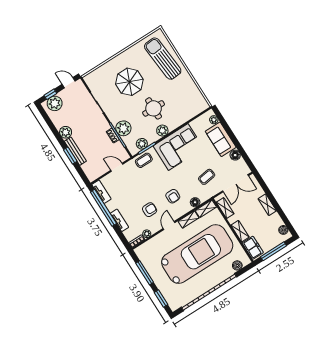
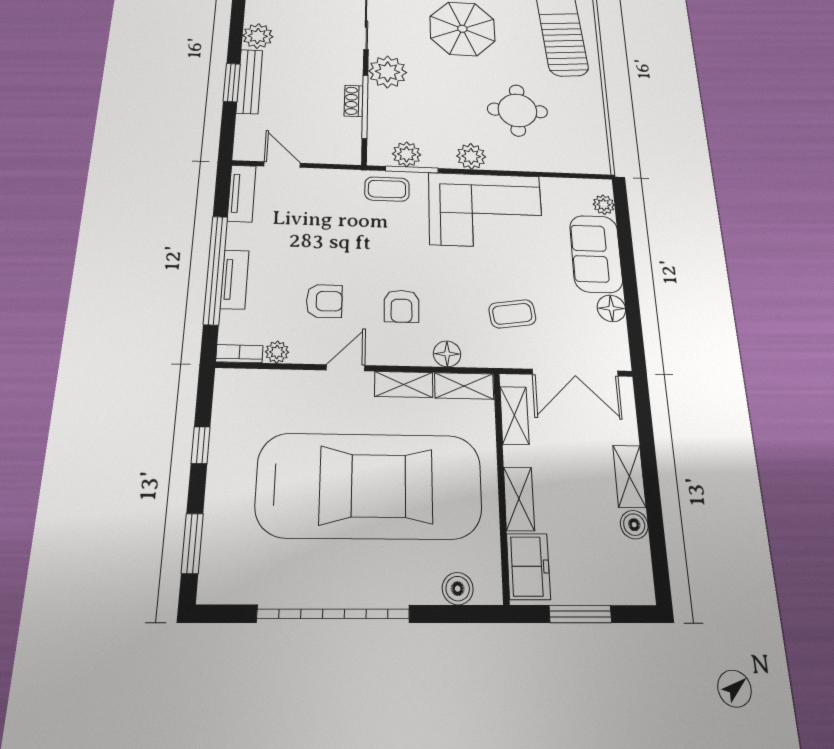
round table: (154, 108) -> (517, 110), moved
plant: (123, 128) -> (388, 72), moved
door: (117, 167) -> (282, 165), moved
window: (103, 208) -> (216, 270), moved
boiler: (283, 230) -> (634, 525), moved
window: (273, 251) -> (580, 614), width x0.69
window: (145, 273) -> (201, 445), width x0.46
garage door: (209, 292) -> (333, 614), width x0.73

